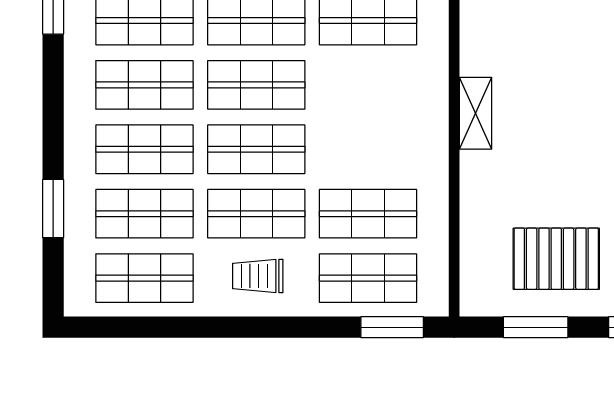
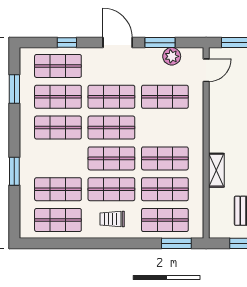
shelving: (475, 113) -> (216, 170), moved
shop shelf: (144, 149) -> (165, 158), moved
window: (53, 209) -> (14, 171), moved

